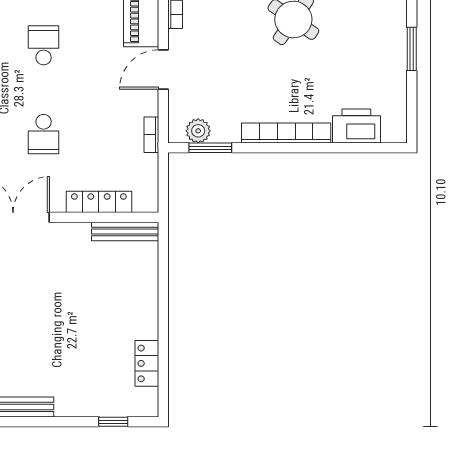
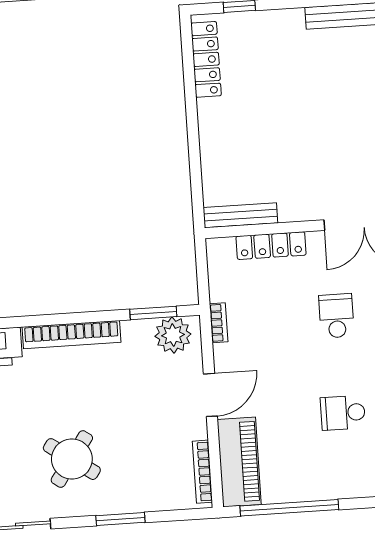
school desk: (44, 45) -> (343, 413), turned 90
plant: (198, 131) -> (173, 335), width x1.36, depth x1.36
locker: (147, 363) -> (206, 59), width x1.53

